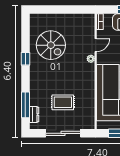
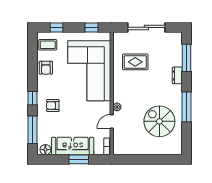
window: (25, 59) -> (186, 107), width x2.17
rug: (63, 102) -> (135, 62), moved
dresser: (34, 115) -> (177, 75), moved

